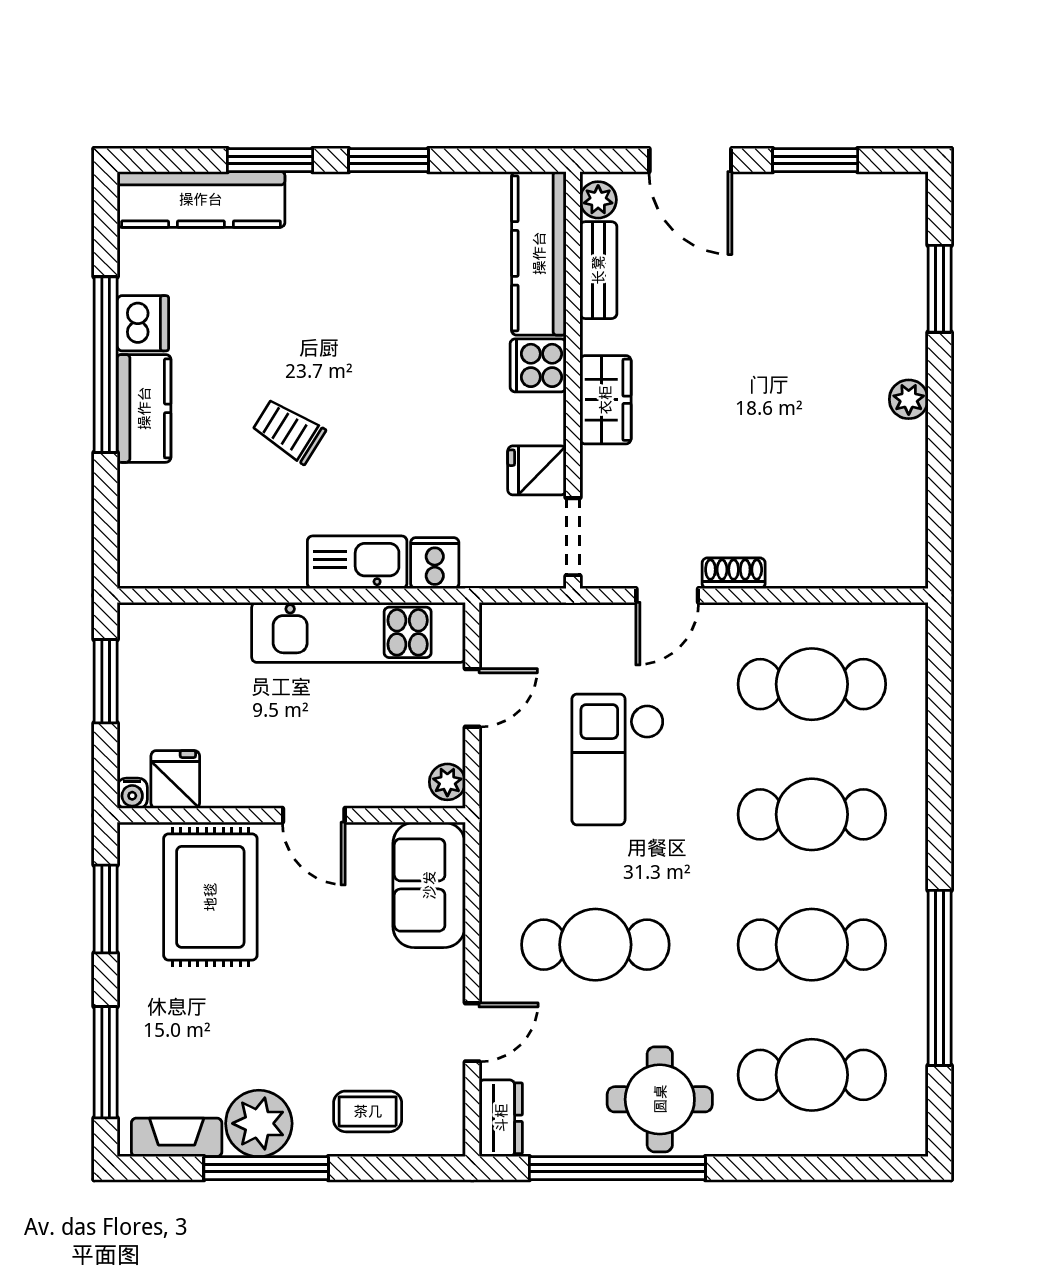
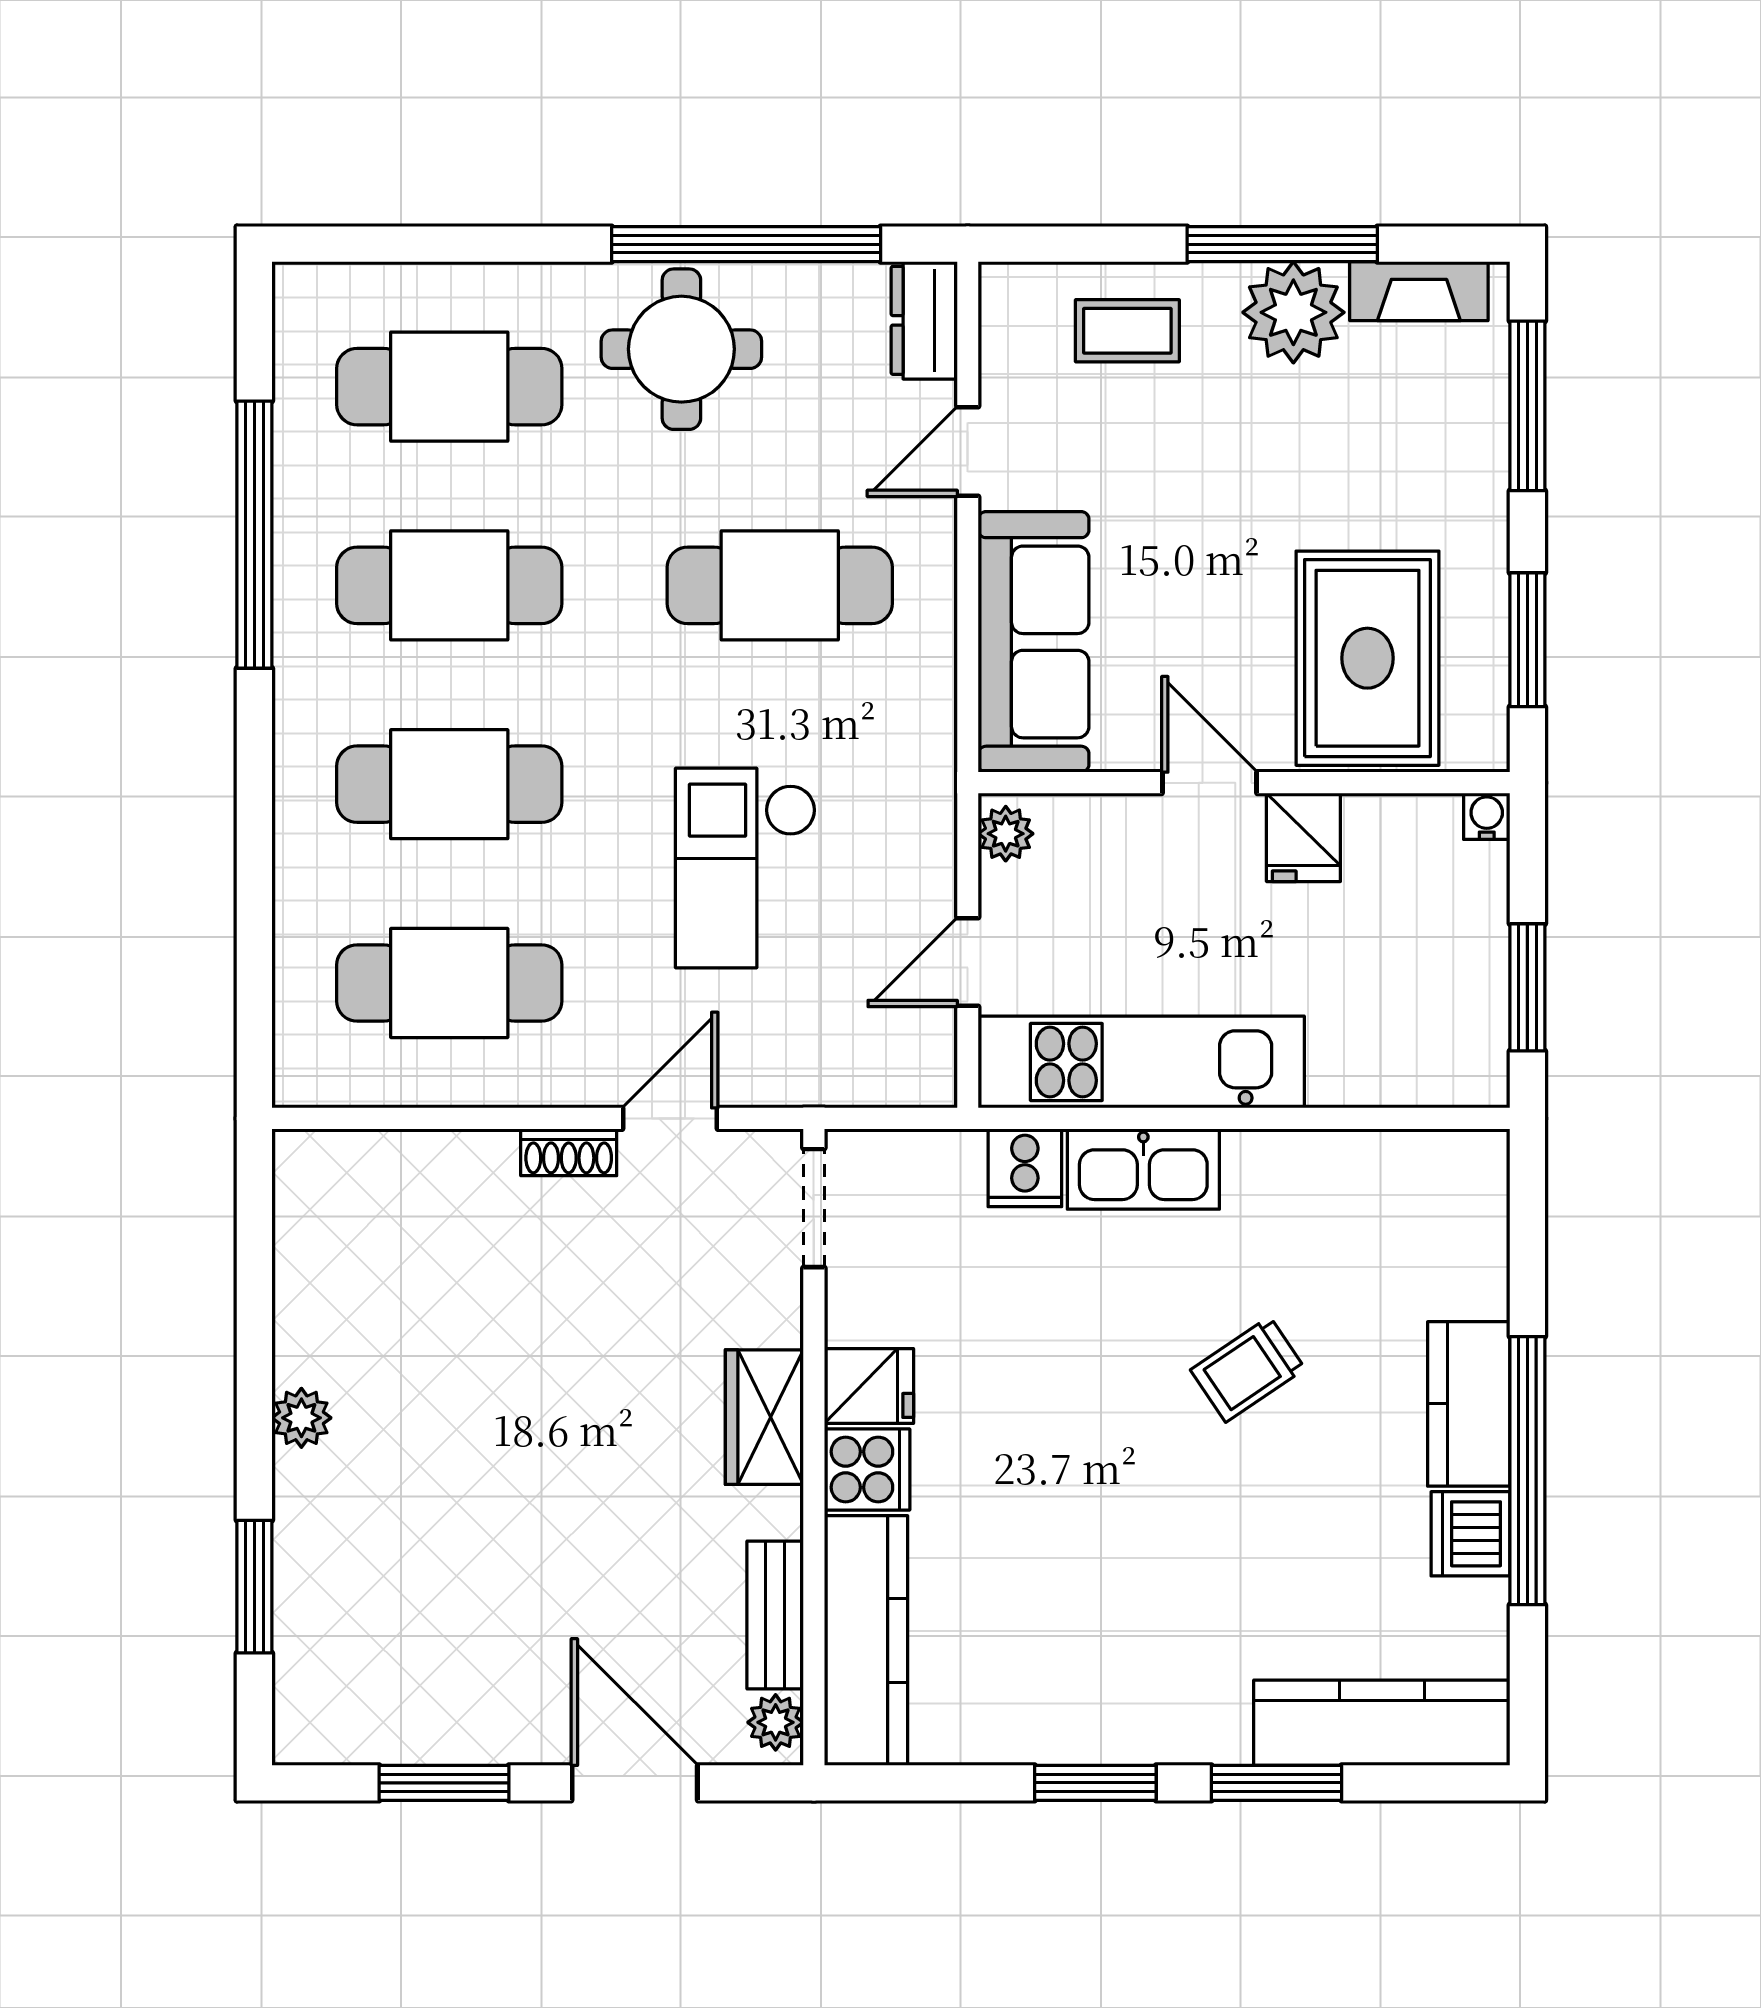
trolley: (289, 431) -> (1248, 1369), turned 114
fridge: (537, 470) -> (869, 1386), moved
checkout: (618, 759) -> (746, 868), turned 180
fridge: (175, 780) -> (1303, 837), moved
sofa: (429, 885) -> (1034, 642), width x1.36

